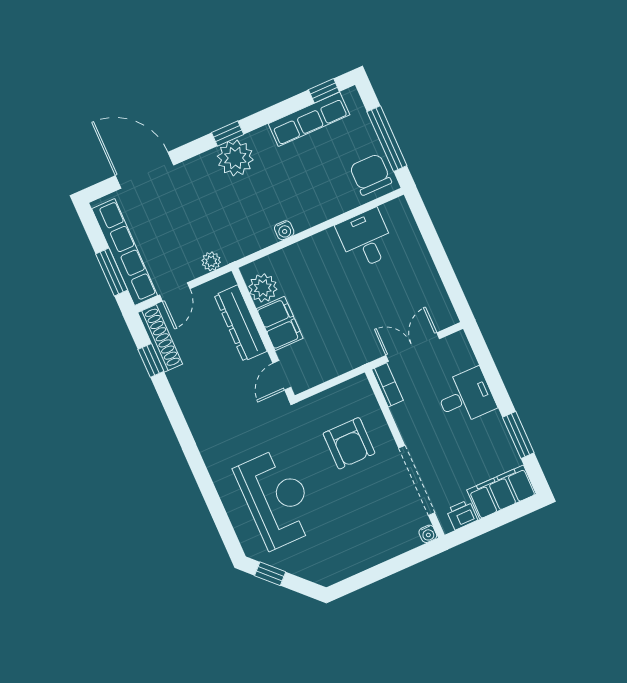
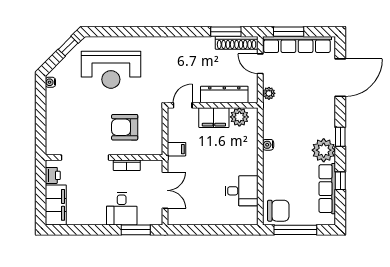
window: (324, 91) -> (340, 181), moved
plant: (235, 158) -> (324, 150), moved
filing cabinet: (348, 357) -> (177, 149), added
window: (151, 360) -> (226, 32), width x1.50
door: (282, 375) -> (183, 105), hinge flipped
bookcase: (387, 385) -> (127, 165), moved
window: (518, 435) -> (136, 230), moved
water cooler: (428, 534) -> (50, 82), moved

